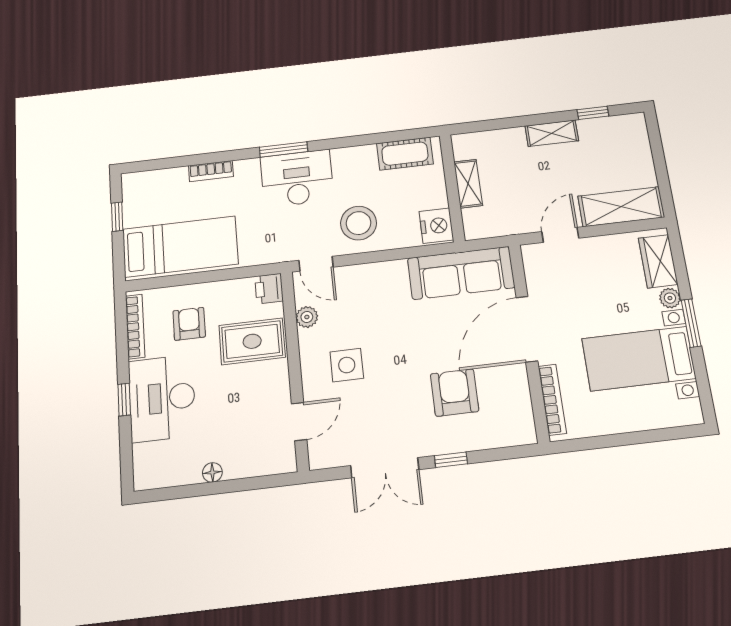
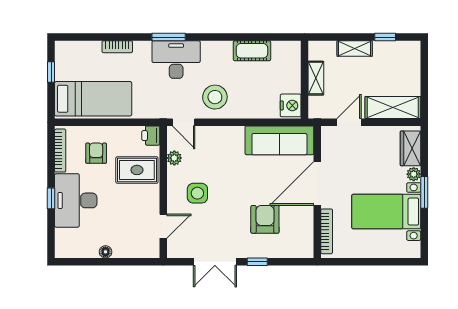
shelving: (468, 184) -> (316, 78), moved
wall: (452, 188) -> (305, 80), moved
nightstand: (436, 226) -> (291, 105), moved

